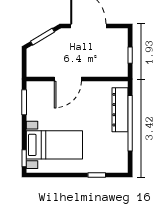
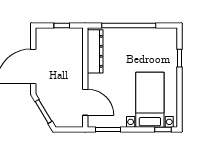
door: (68, 79) -> (85, 102), moved
dresser: (120, 110) -> (95, 51), moved, turned -90

